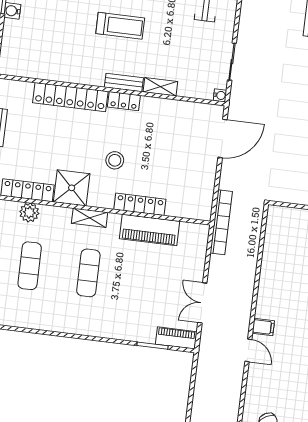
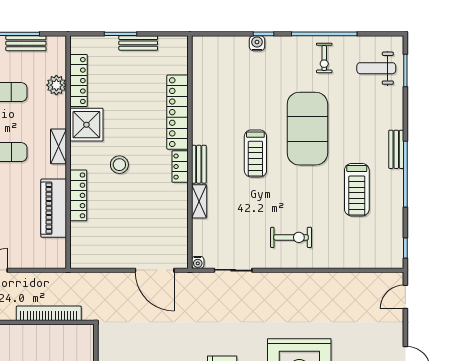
bookcase: (221, 222) -> (49, 313), moved, turned 180

